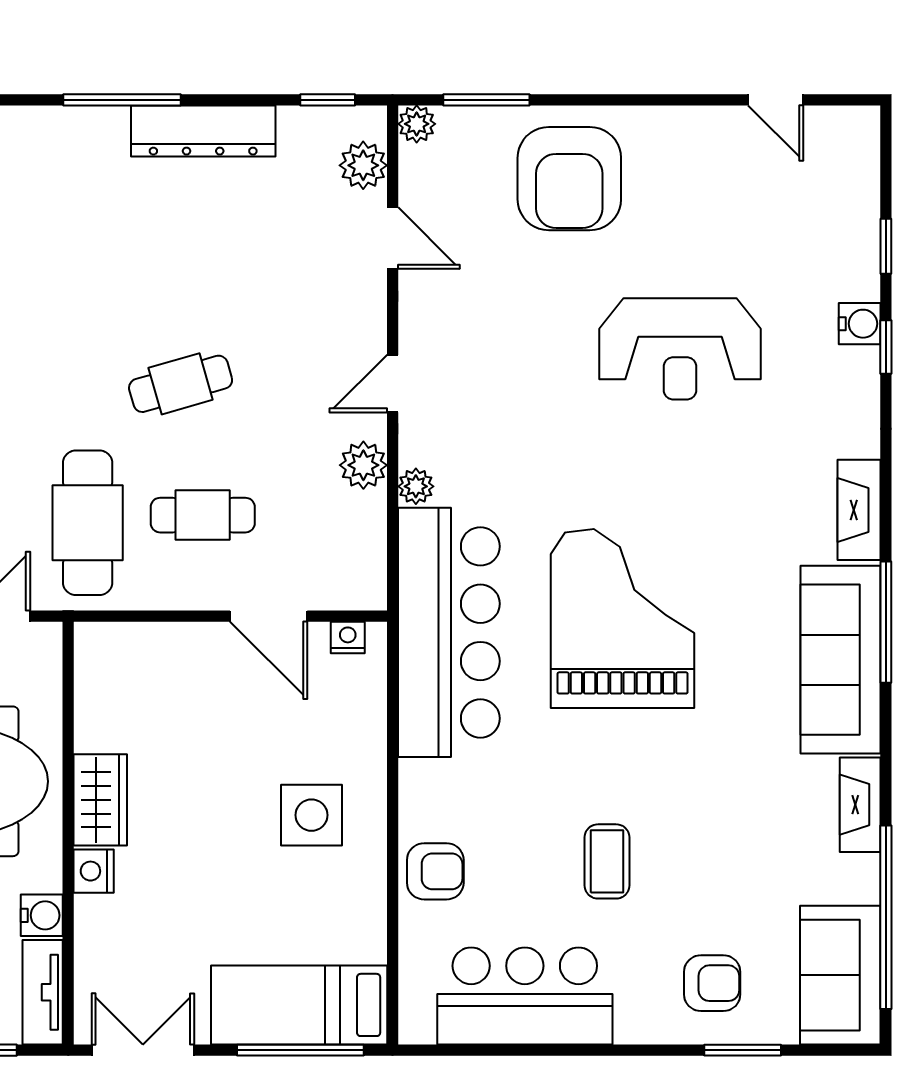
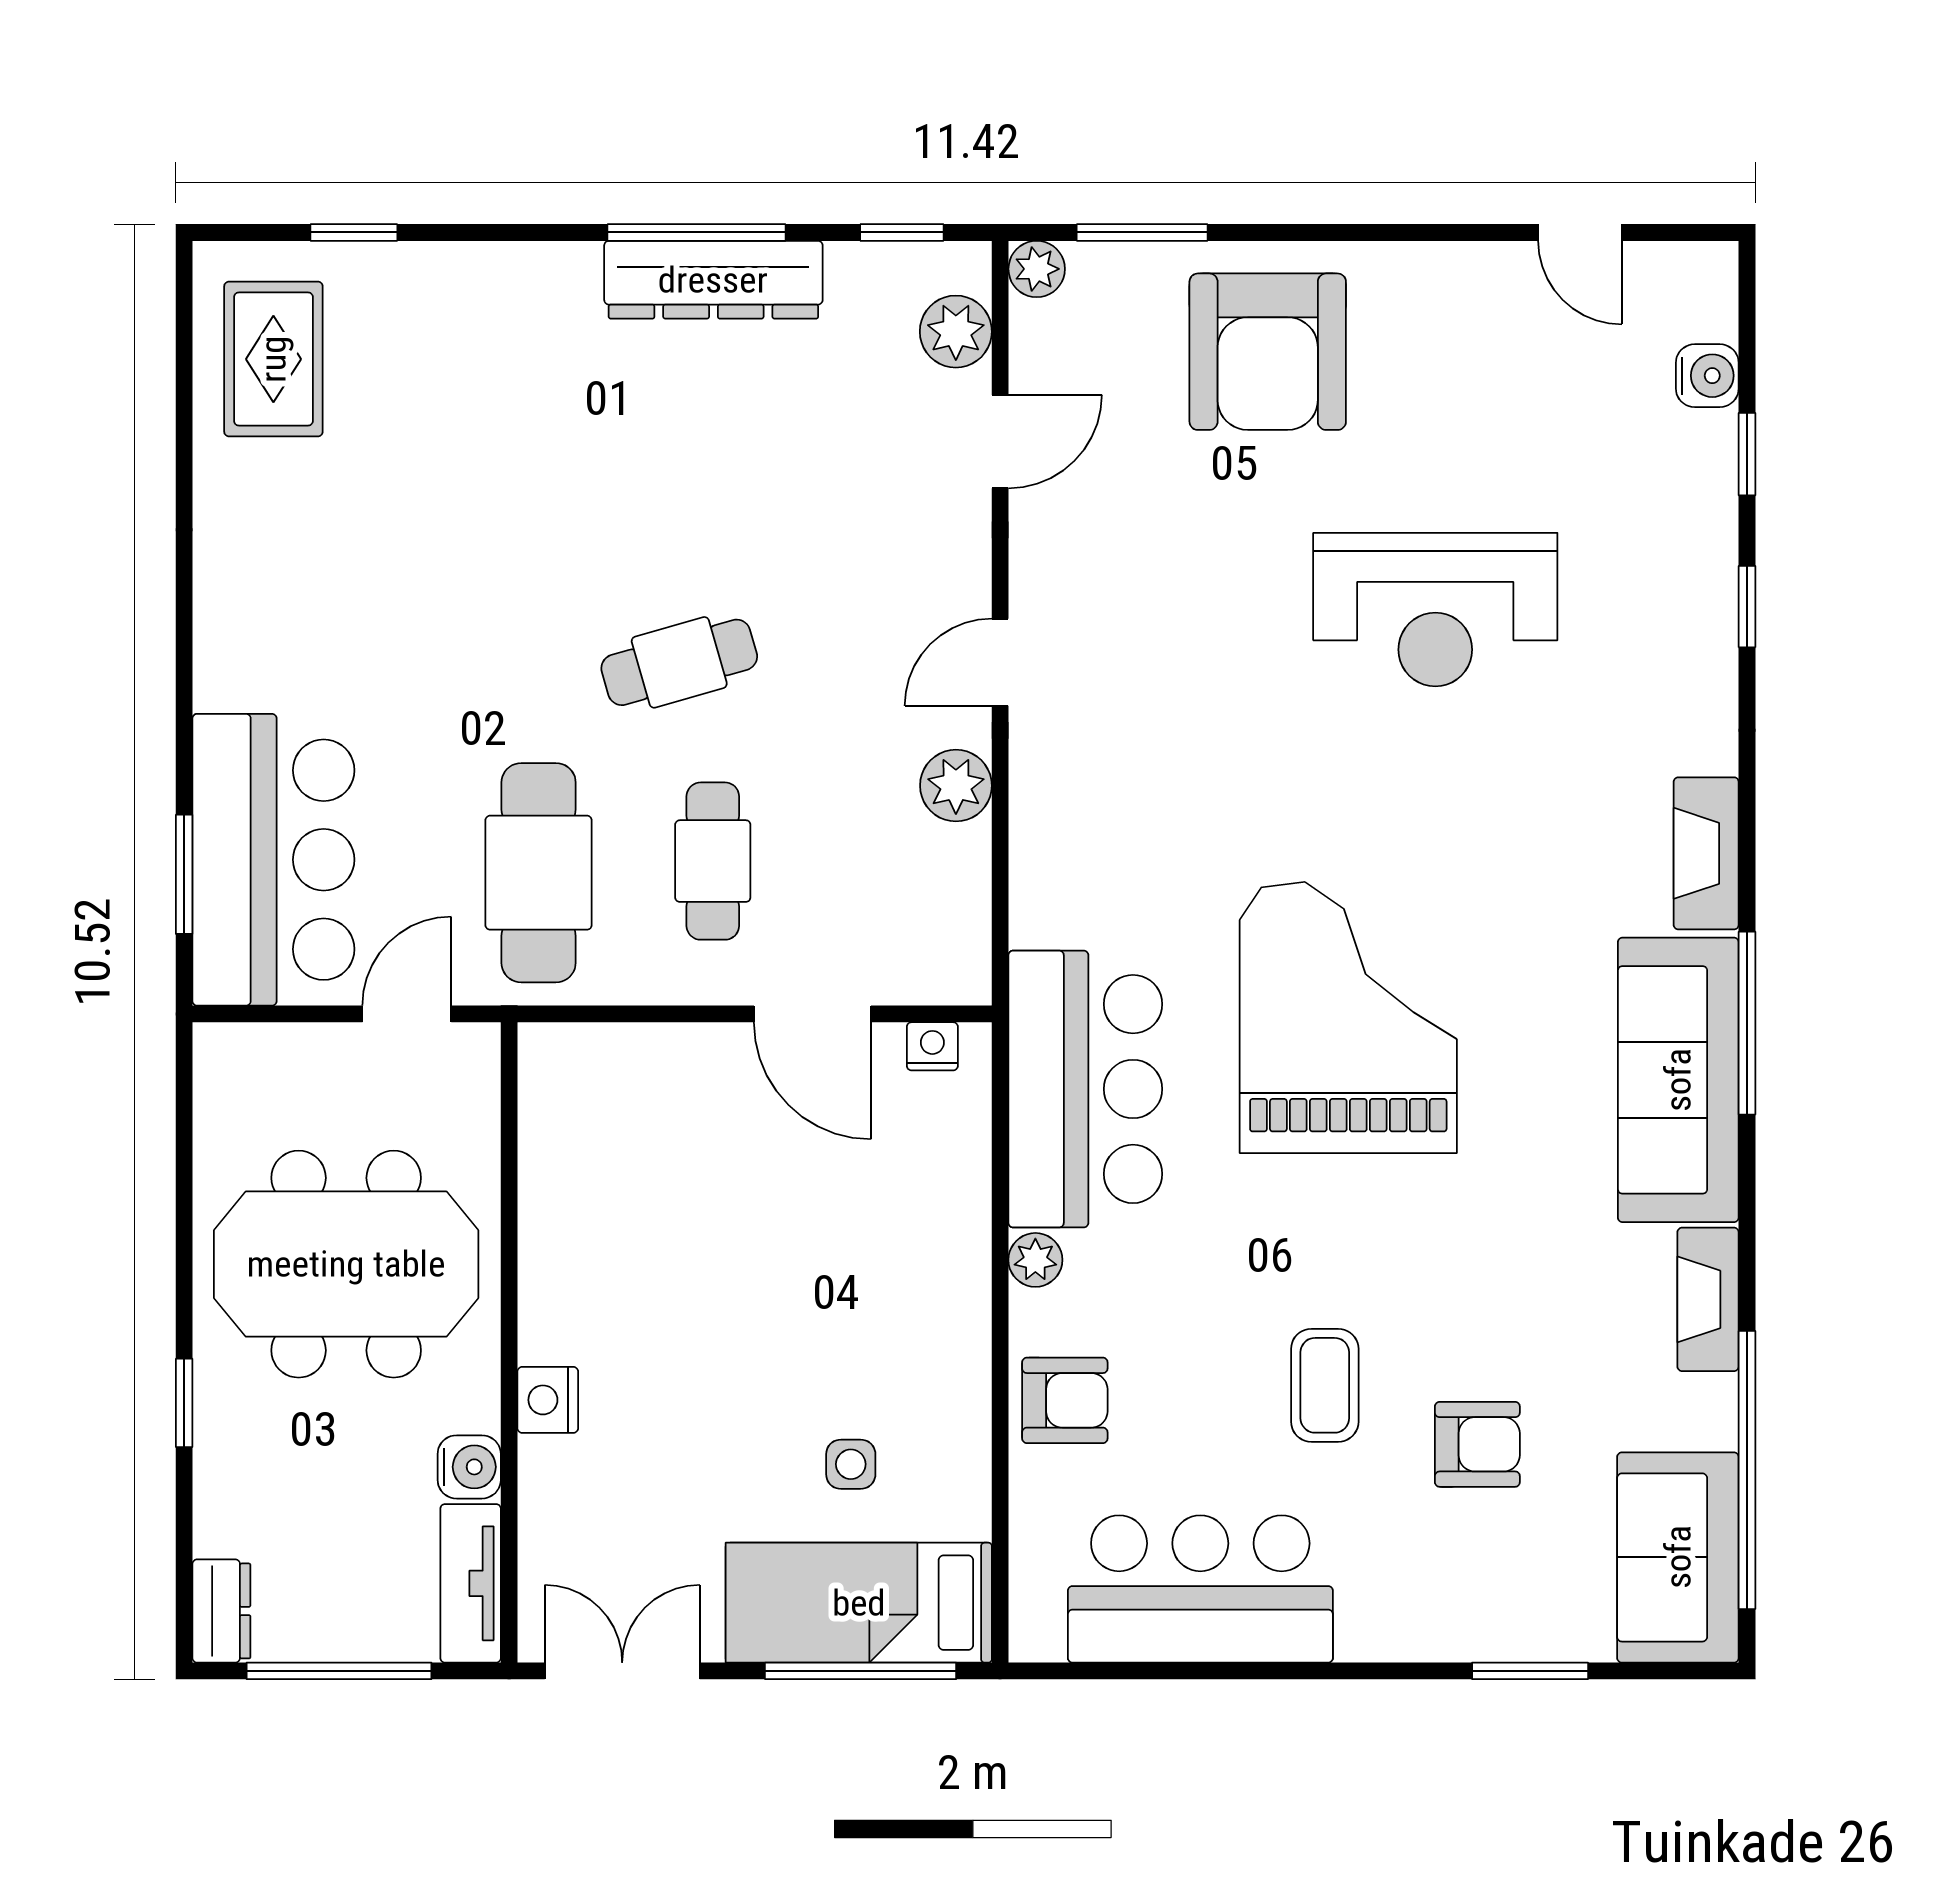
window: (122, 100) -> (697, 232), moved
door: (393, 238) -> (1000, 442), hinge flipped
water cooler: (860, 324) -> (1707, 376), moved
plant: (416, 486) -> (1035, 1260), moved
cafe table: (203, 515) -> (713, 861), turned 90
bar counter: (449, 632) -> (1085, 1089), width x0.73
wardrobe: (100, 800) -> (558, 1292), removed
side table: (311, 815) -> (851, 1464), moved, width x0.54, depth x0.54
armchair: (712, 983) -> (1477, 1444), moved

